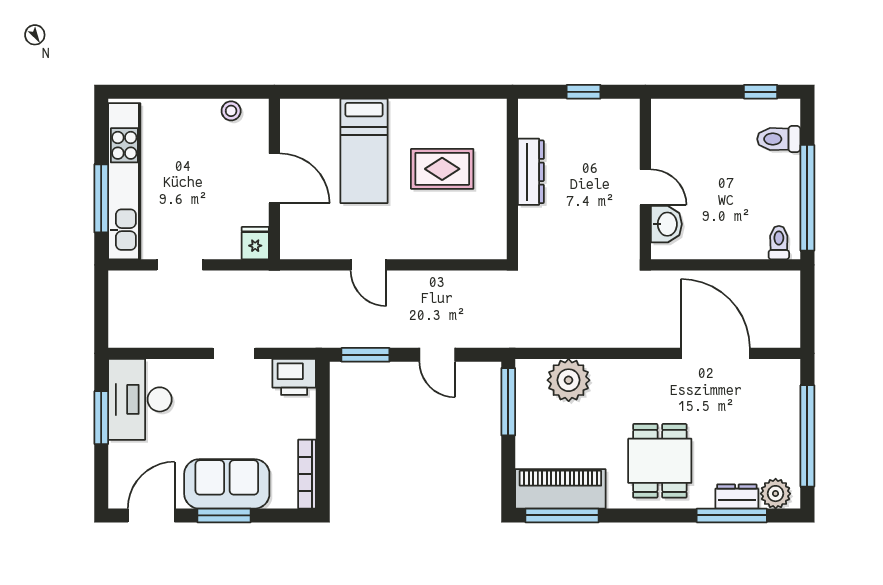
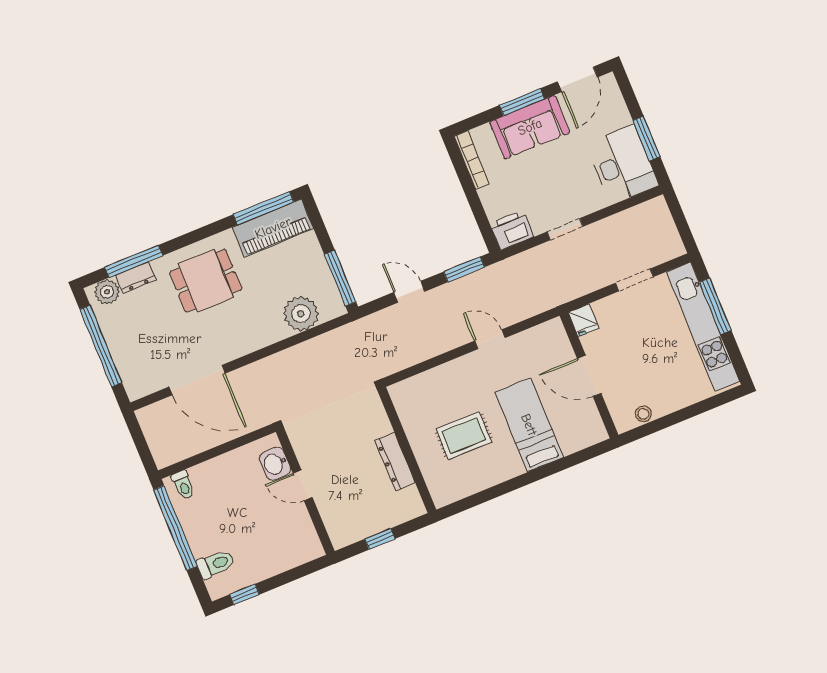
dining table: (660, 461) -> (206, 281), turned 90

